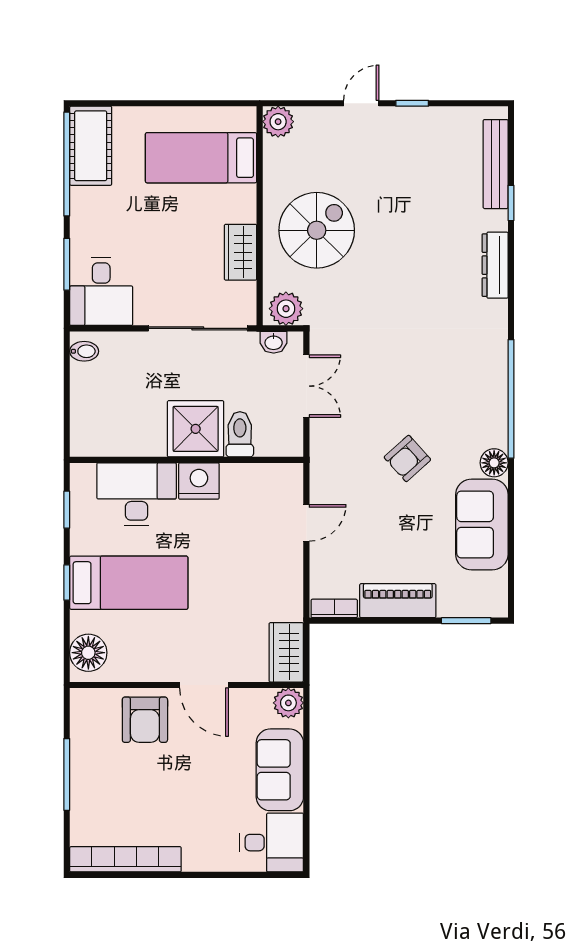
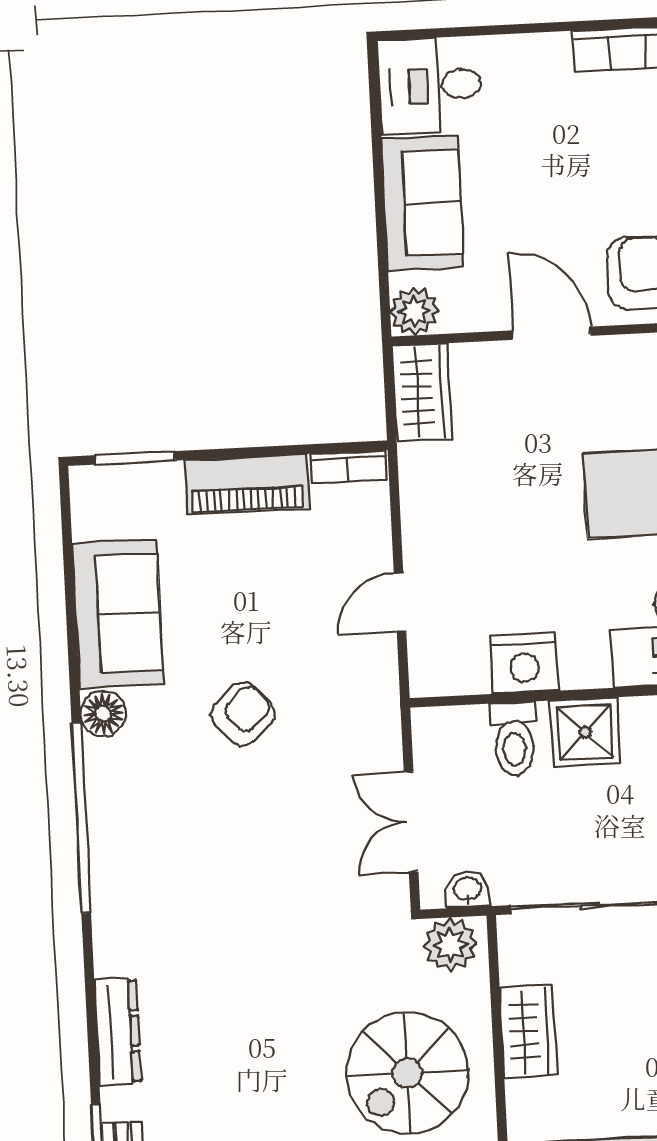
shower: (196, 429) -> (585, 732), width x0.73, depth x0.73
nightstand: (199, 481) -> (524, 663), moved

